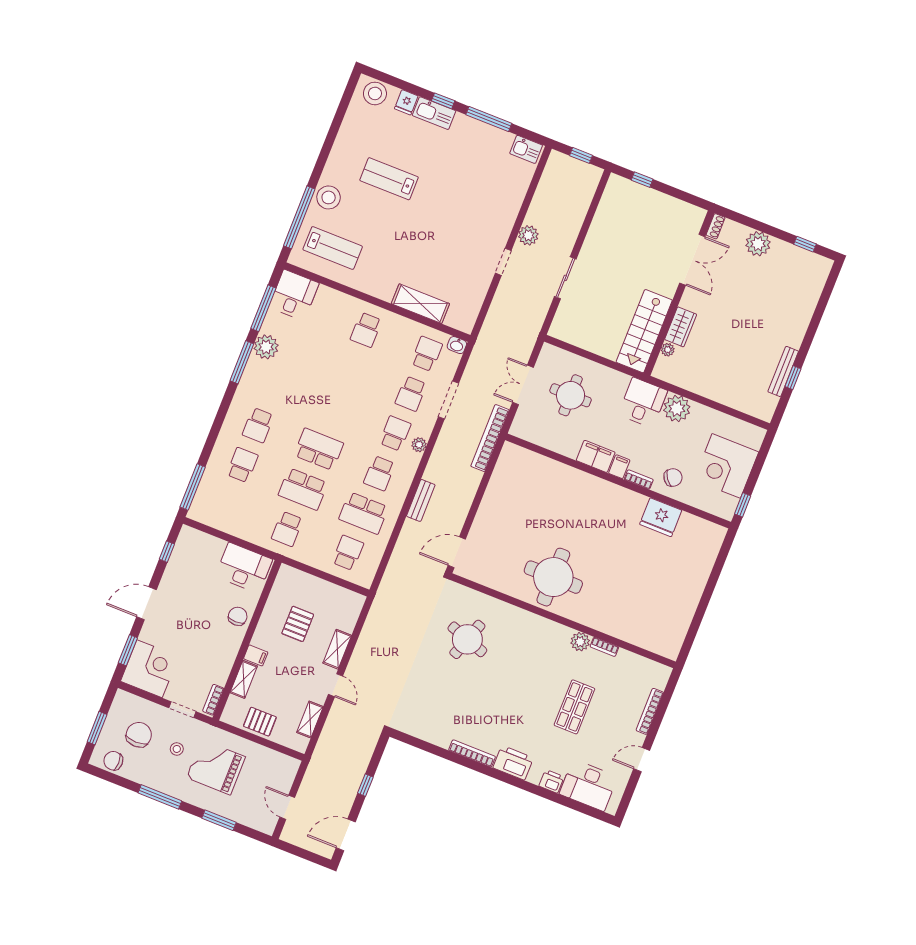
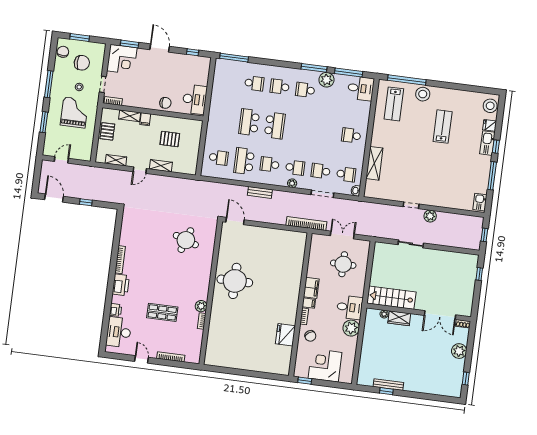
school desk: (287, 529) -> (305, 90), moved

